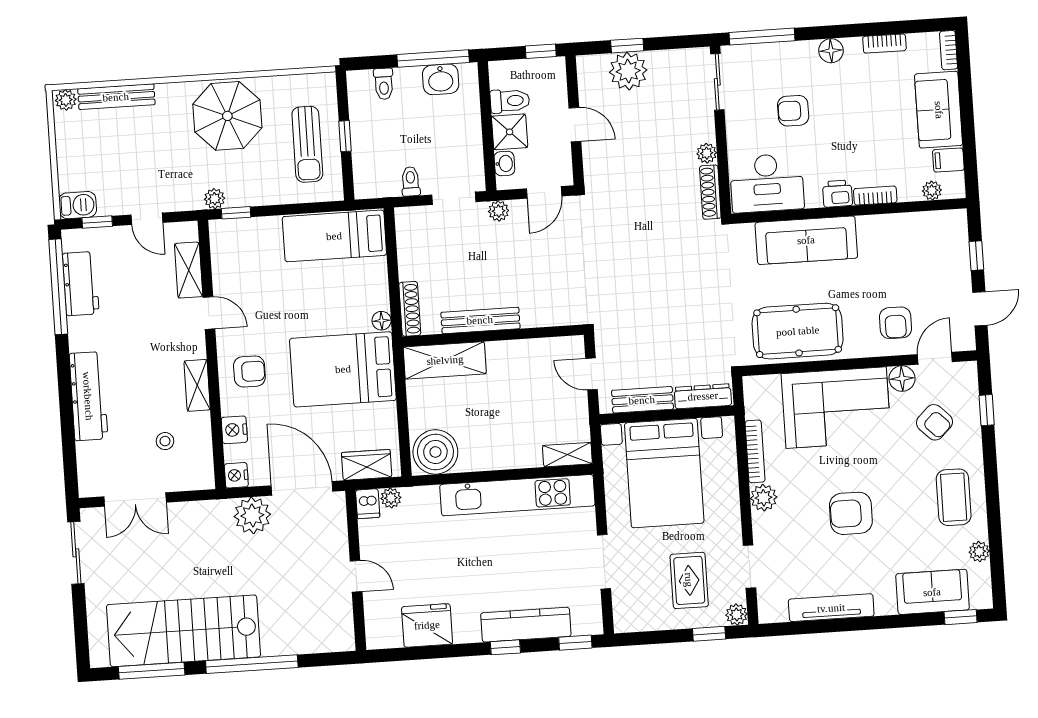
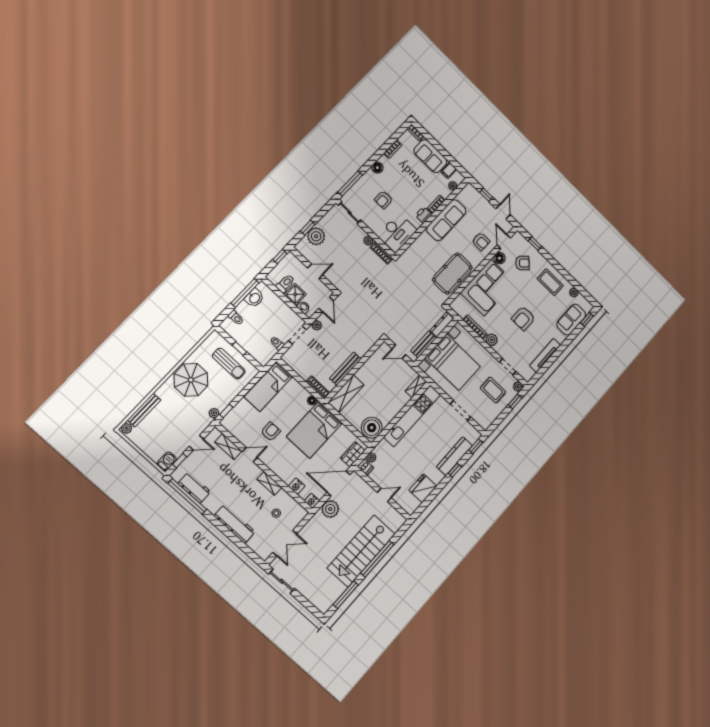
sofa: (806, 240) -> (446, 220), moved
armchair: (249, 371) -> (271, 432), moved
stairs: (183, 631) -> (361, 551), moved

